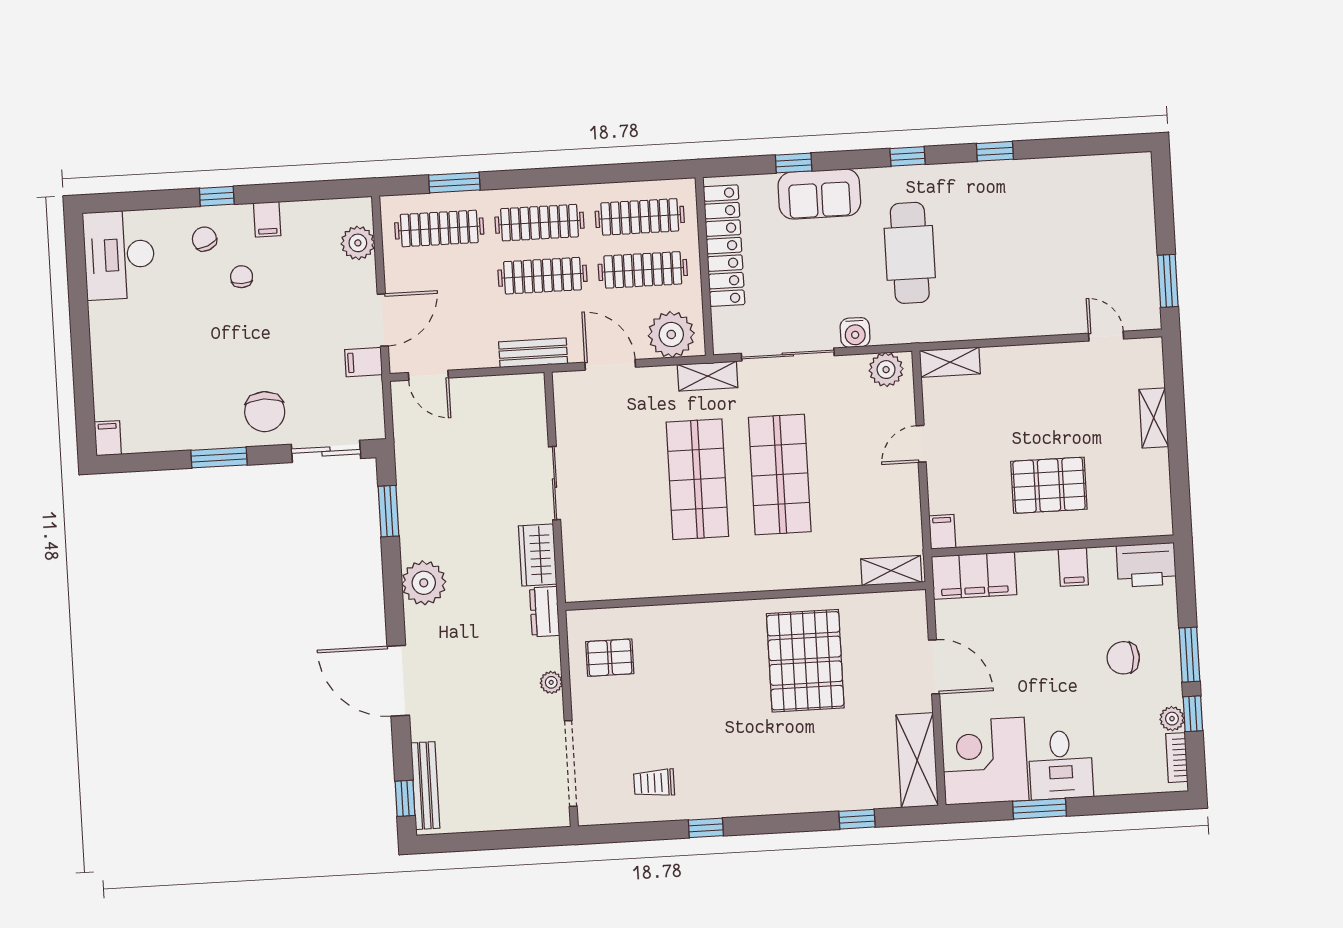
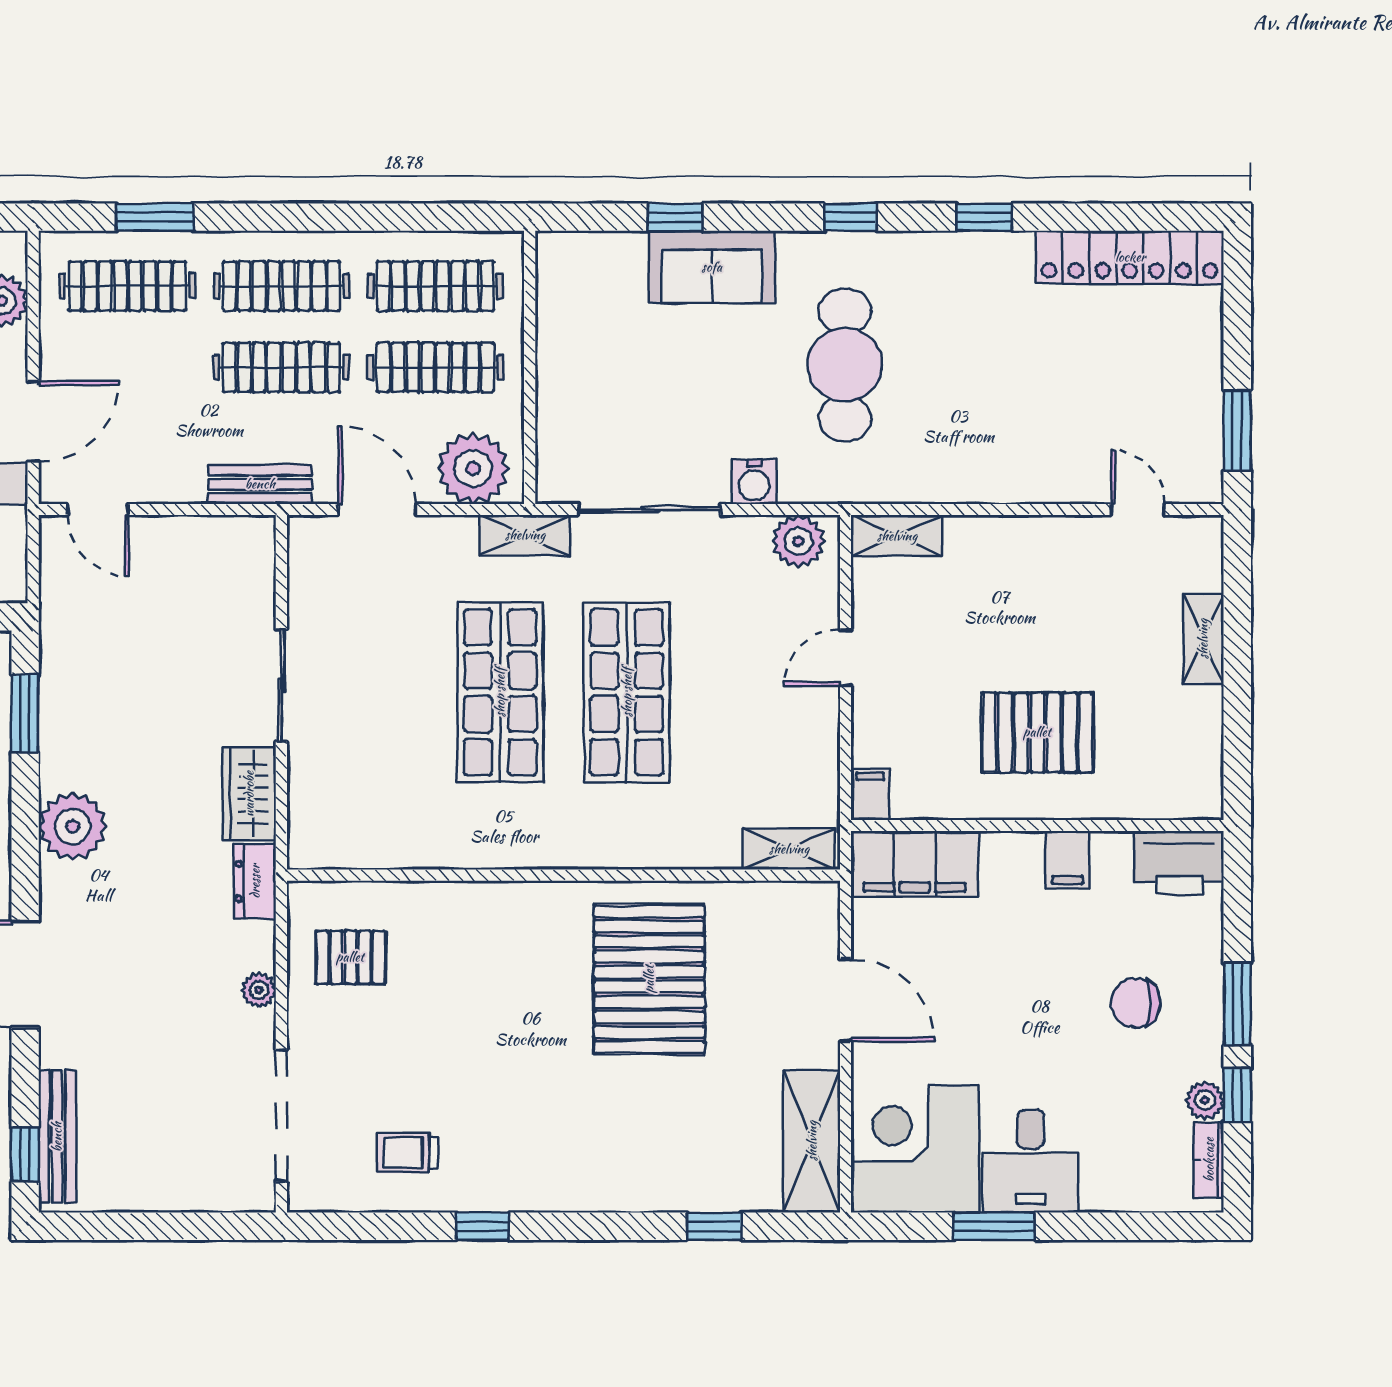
locker: (724, 246) -> (1130, 257), moved, turned 90

